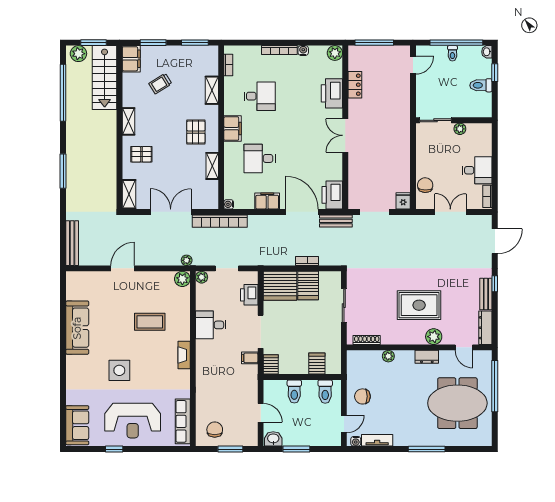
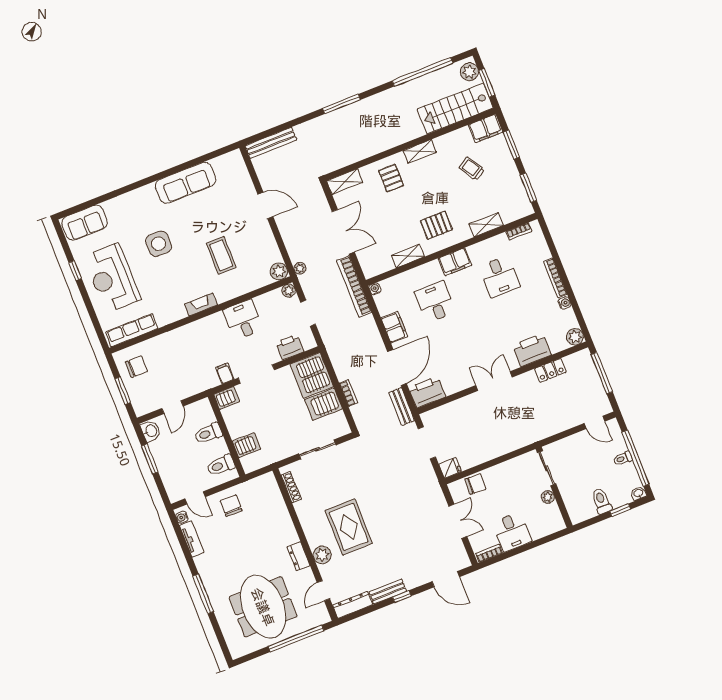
plant: (388, 356) -> (283, 516), removed

